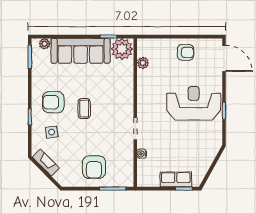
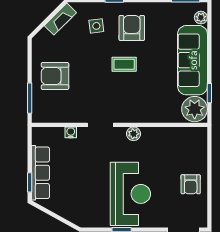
plant: (143, 63) -> (134, 134), moved
row of seats: (176, 179) -> (40, 173), width x1.48

